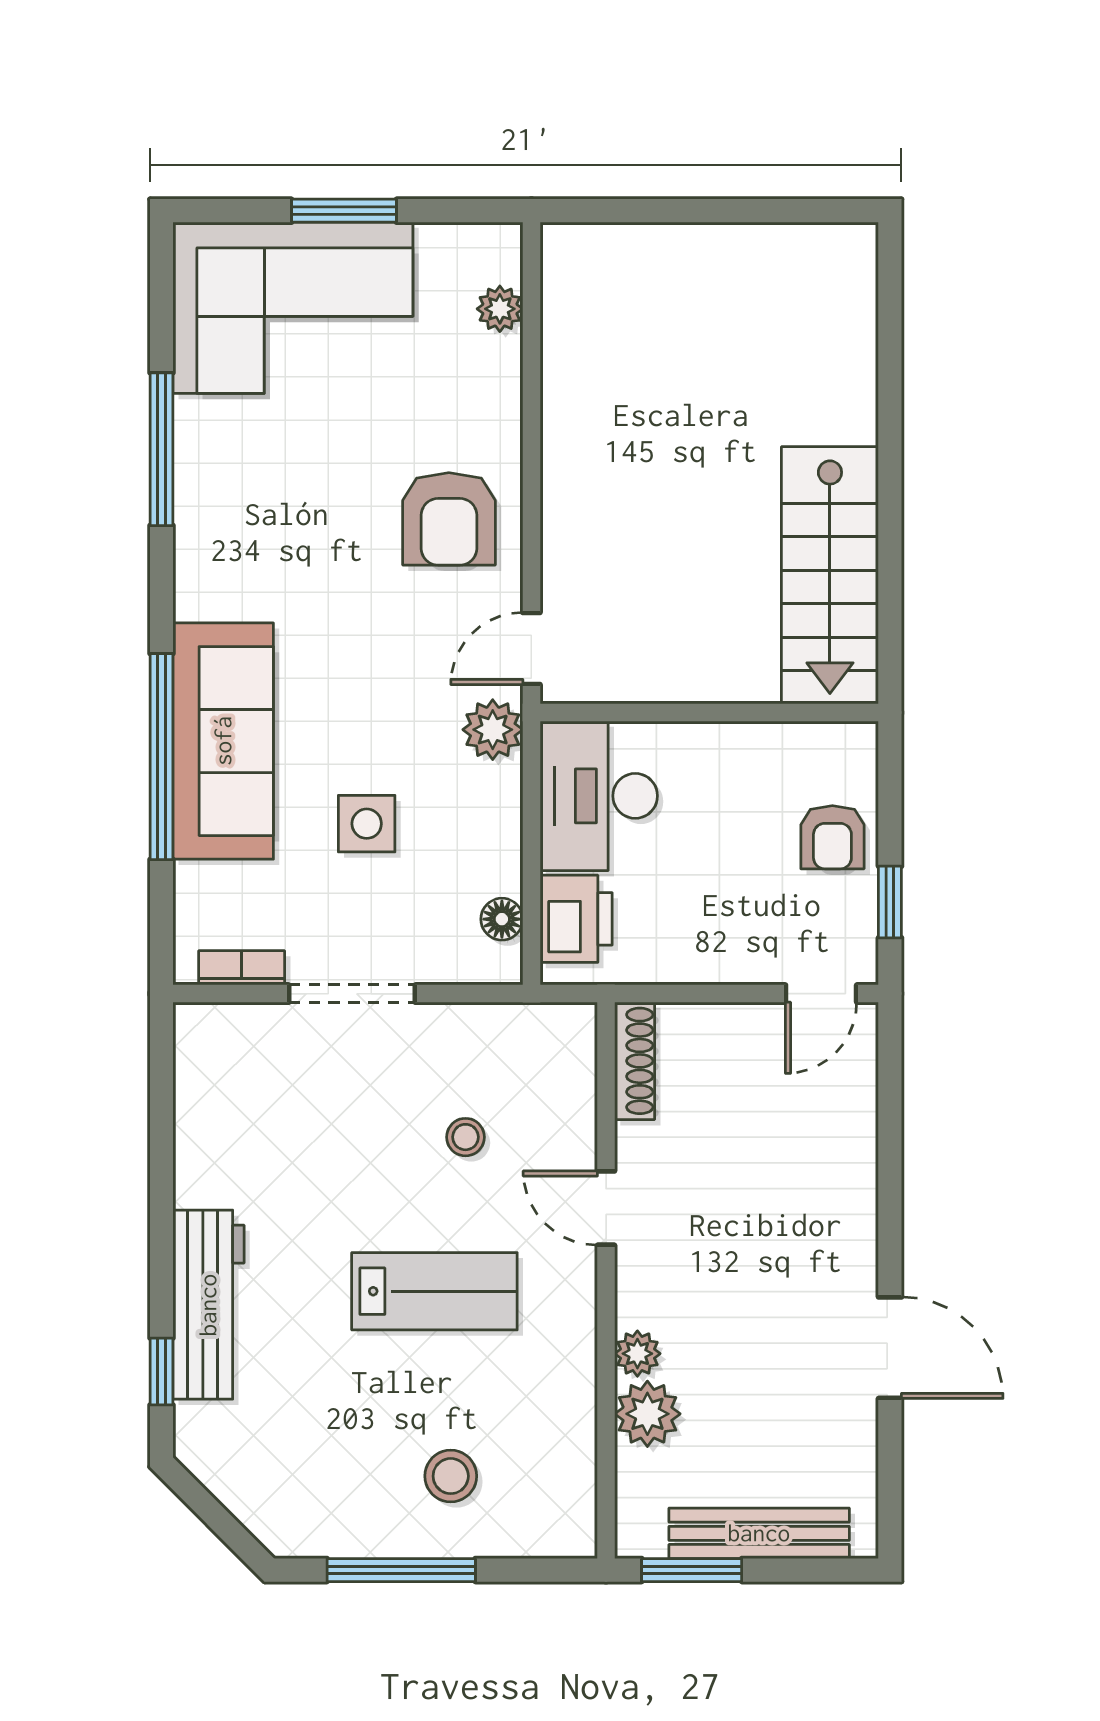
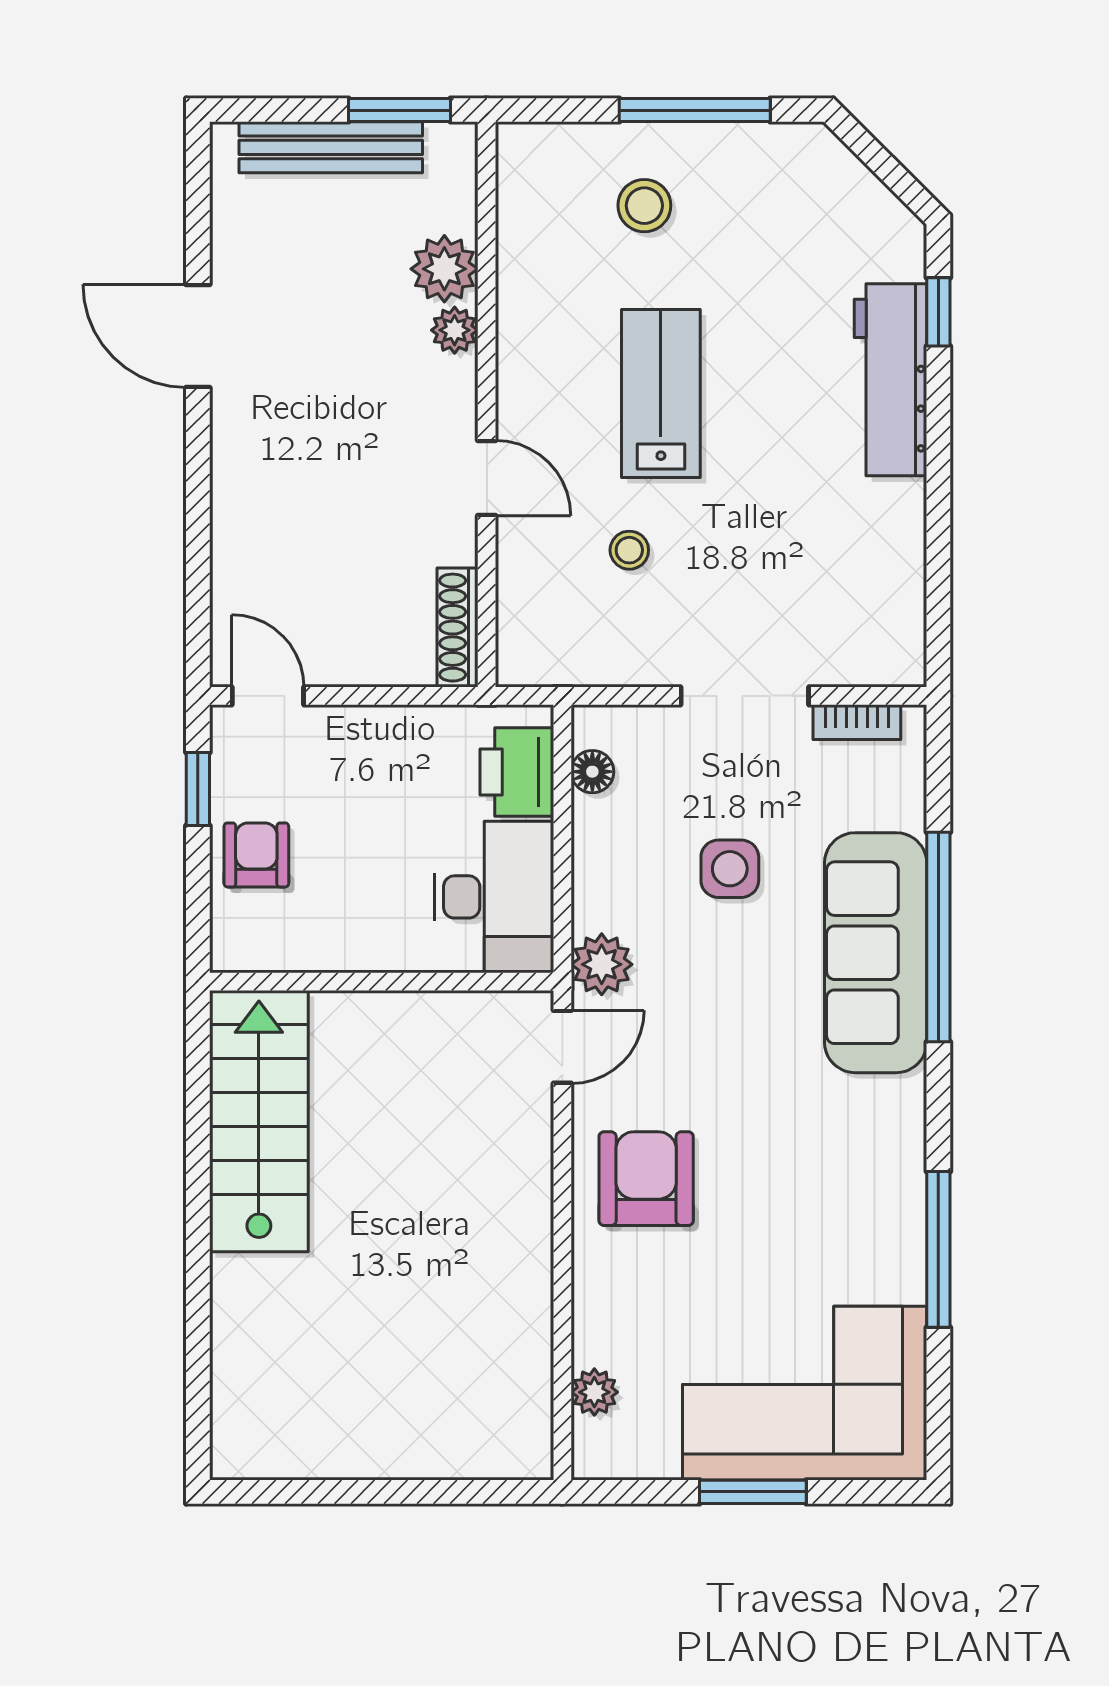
door: (821, 994) -> (268, 696), hinge flipped
lab bench: (434, 1291) -> (661, 393), turned 90

